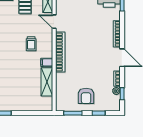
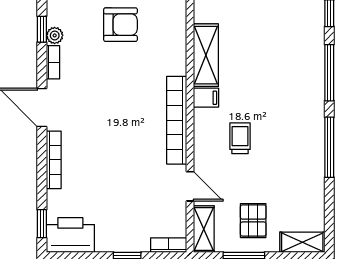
armchair: (86, 96) -> (121, 25), turned 90

